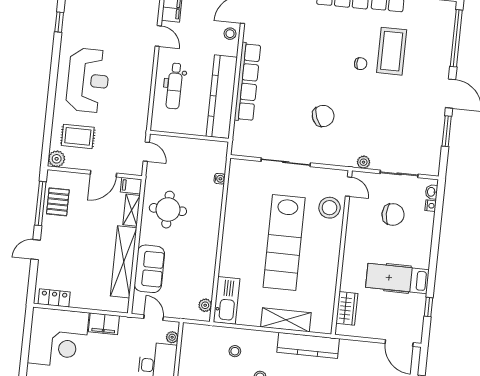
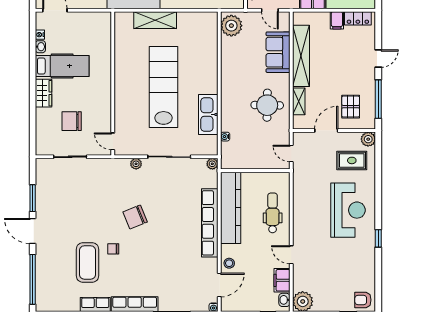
window: (59, 22) -> (378, 238), moved
reception desk: (88, 80) -> (348, 210), turned 180
chair: (323, 116) -> (135, 217), moved
plant: (238, 149) -> (212, 164), added
plant: (364, 162) -> (136, 164), moved
filing cabinet: (131, 186) -> (337, 20), moved, turned 90
washbasin: (431, 192) -> (40, 47), moved
pallet: (58, 202) -> (351, 107), moved
nightstand: (431, 206) -> (40, 35), moved
stool: (330, 208) -> (127, 121), removed
kitchen sink: (227, 300) -> (208, 114), moved
plant: (205, 305) -> (231, 26), width x1.87, depth x1.87
window: (429, 307) -> (33, 44), removed
wardrobe: (347, 308) -> (44, 93), moved, turned 180

